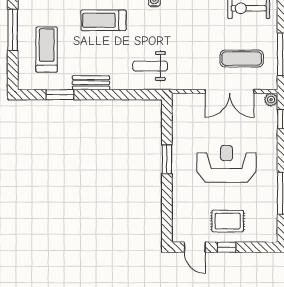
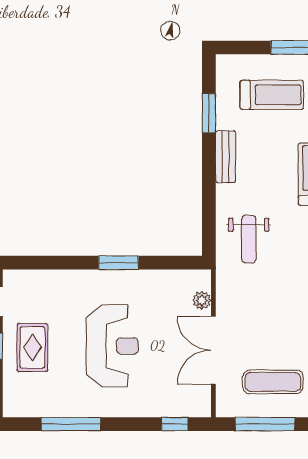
exercise mat: (242, 59) -> (273, 382), moved, turned 90
weight bench: (150, 66) -> (249, 239), turned 180
plant: (271, 100) -> (202, 300), moved

